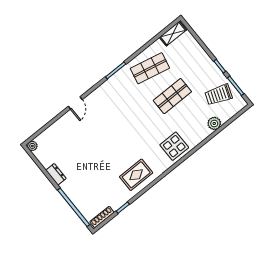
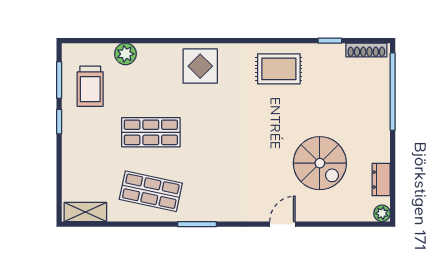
trolley: (219, 95) -> (90, 86), turned 70
spiral stairs: (81, 146) -> (320, 163), added
dresser: (56, 174) -> (381, 180), moved

